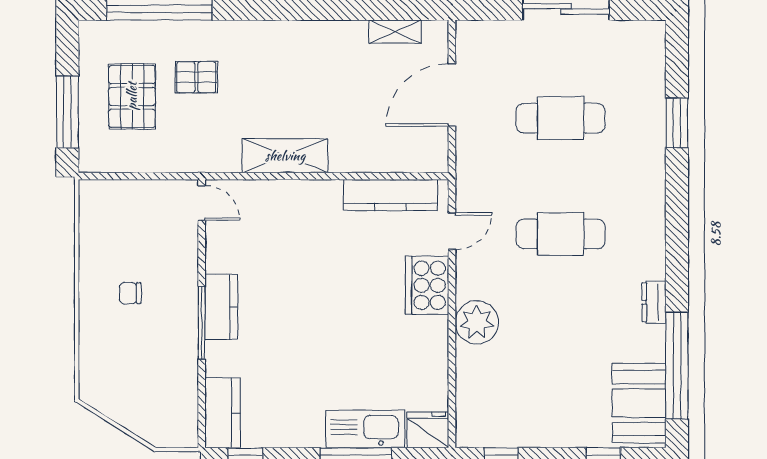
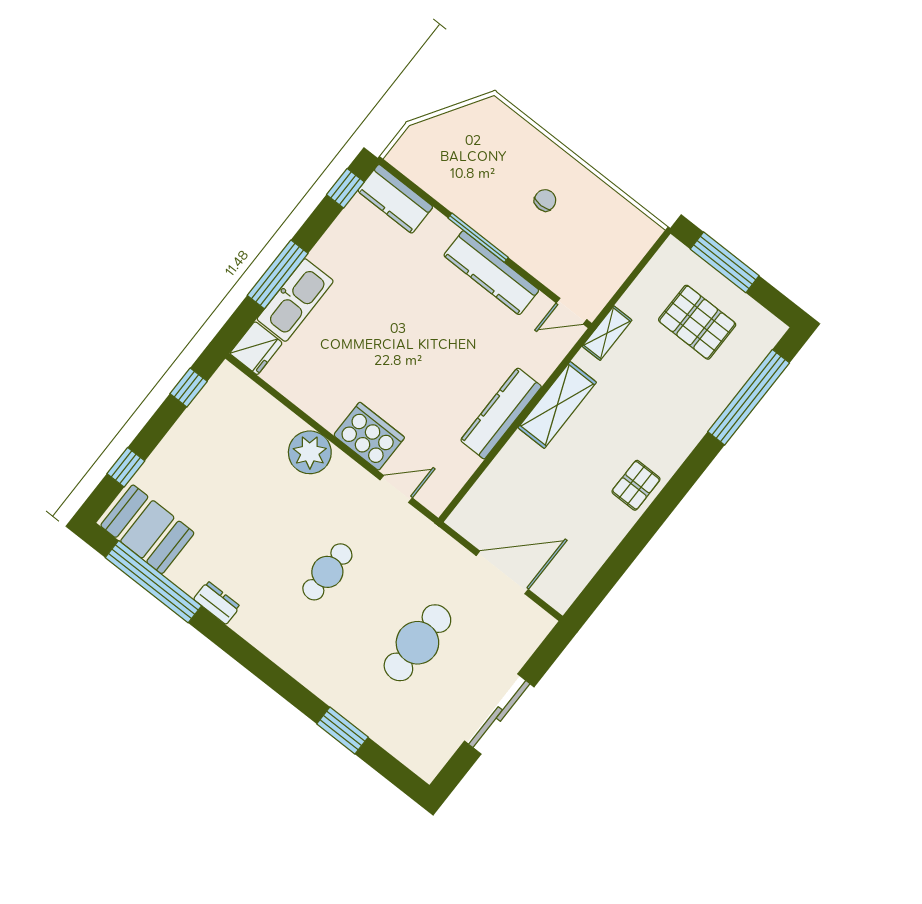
shelving: (395, 32) -> (607, 333), moved
pallet: (196, 77) -> (636, 485), moved
door: (452, 95) -> (502, 572), hinge flipped
kitchen counter: (390, 195) -> (501, 413), moved
door: (452, 231) -> (396, 489), swing flipped
cafe table: (561, 234) -> (327, 572), width x0.73, depth x0.74
kitchen counter: (221, 307) -> (491, 273), width x1.50

